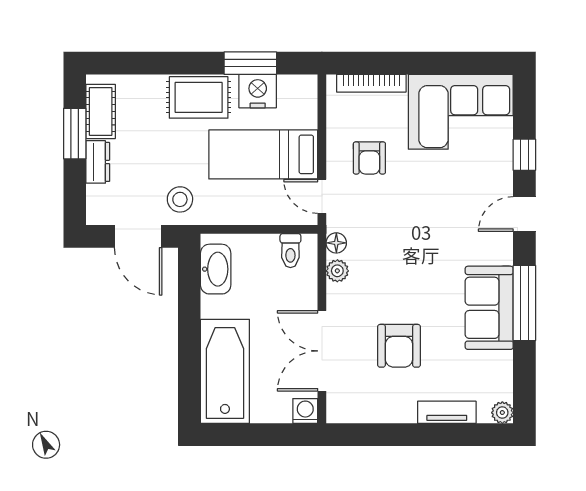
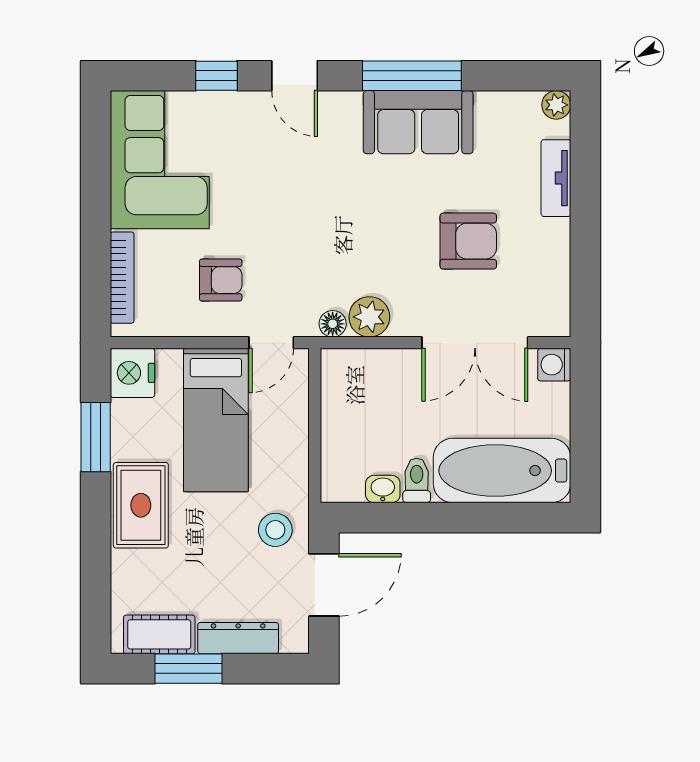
nightstand: (258, 91) -> (132, 373), moved
dresser: (98, 162) -> (238, 638), width x1.44
toilet: (290, 251) -> (417, 480), moved, turned -90
washbasin: (216, 269) -> (383, 489), width x0.52, depth x0.69
plant: (337, 271) -> (369, 317), width x1.38, depth x1.38

